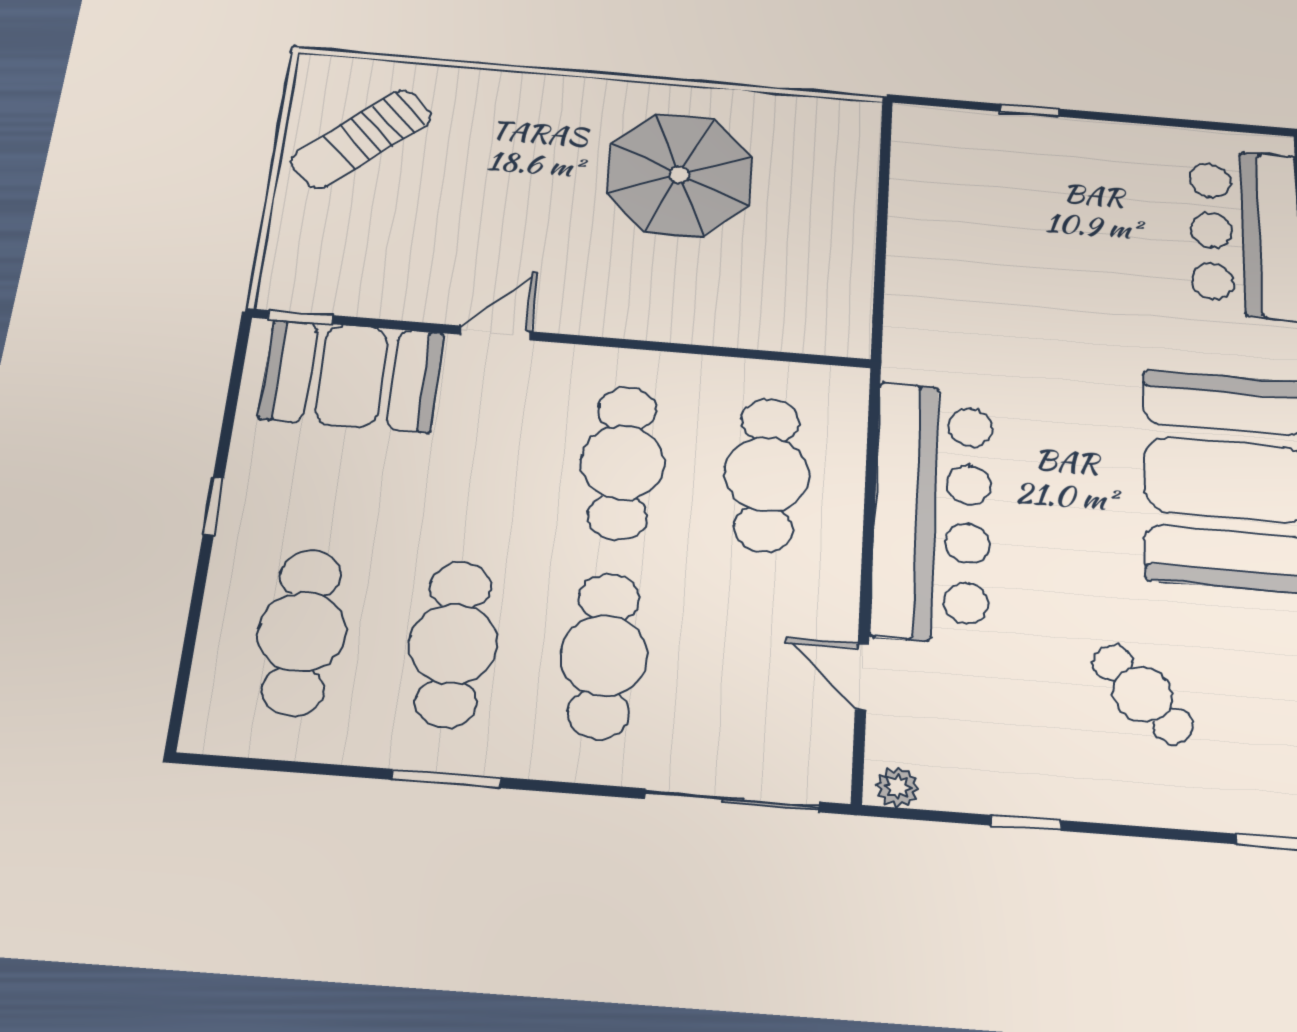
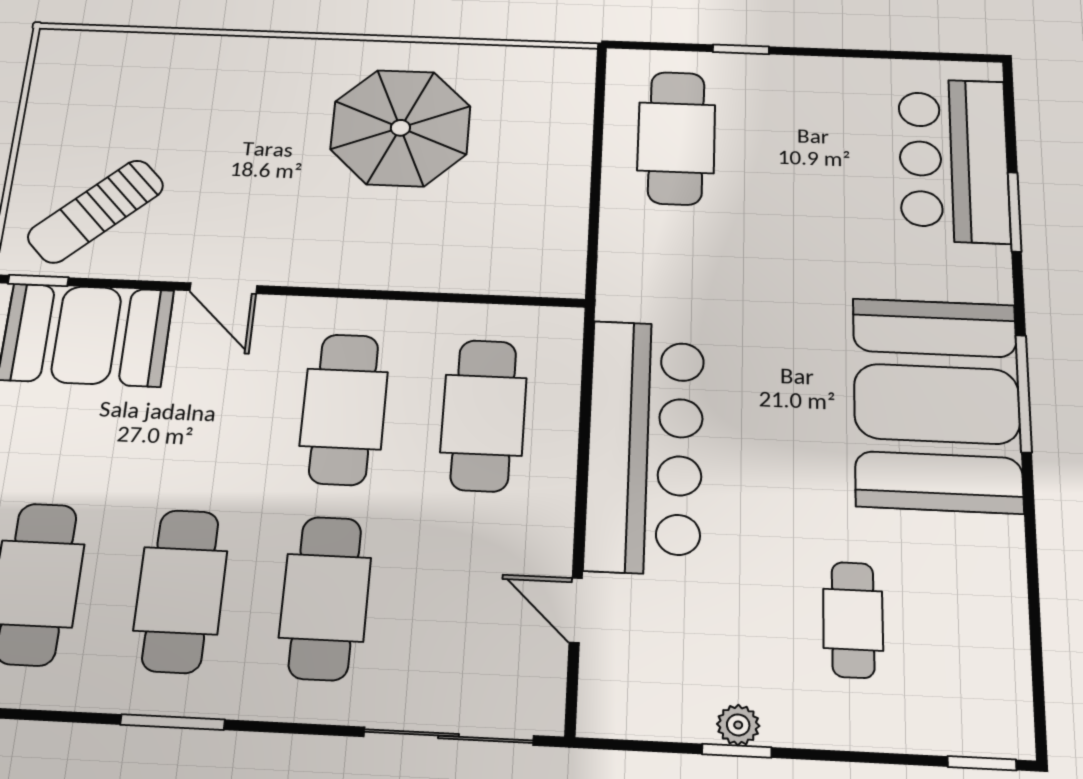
sun lounger: (361, 139) -> (96, 211), moved
cafe table: (964, 198) -> (676, 138), added
door: (495, 333) -> (223, 288), swing flipped
cafe table: (1143, 694) -> (853, 620), turned 44
plant: (898, 787) -> (738, 725), moved

